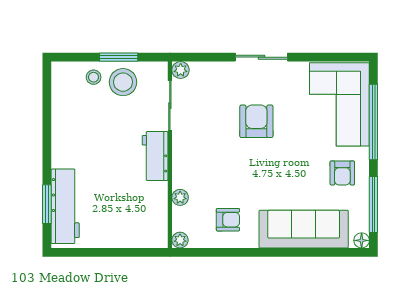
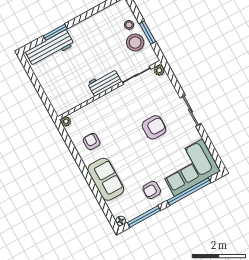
plant: (180, 197) -> (89, 109), removed
window: (47, 204) -> (55, 32), moved
armchair: (228, 220) -> (92, 141), turned 180
sofa: (304, 229) -> (106, 179), width x0.73

